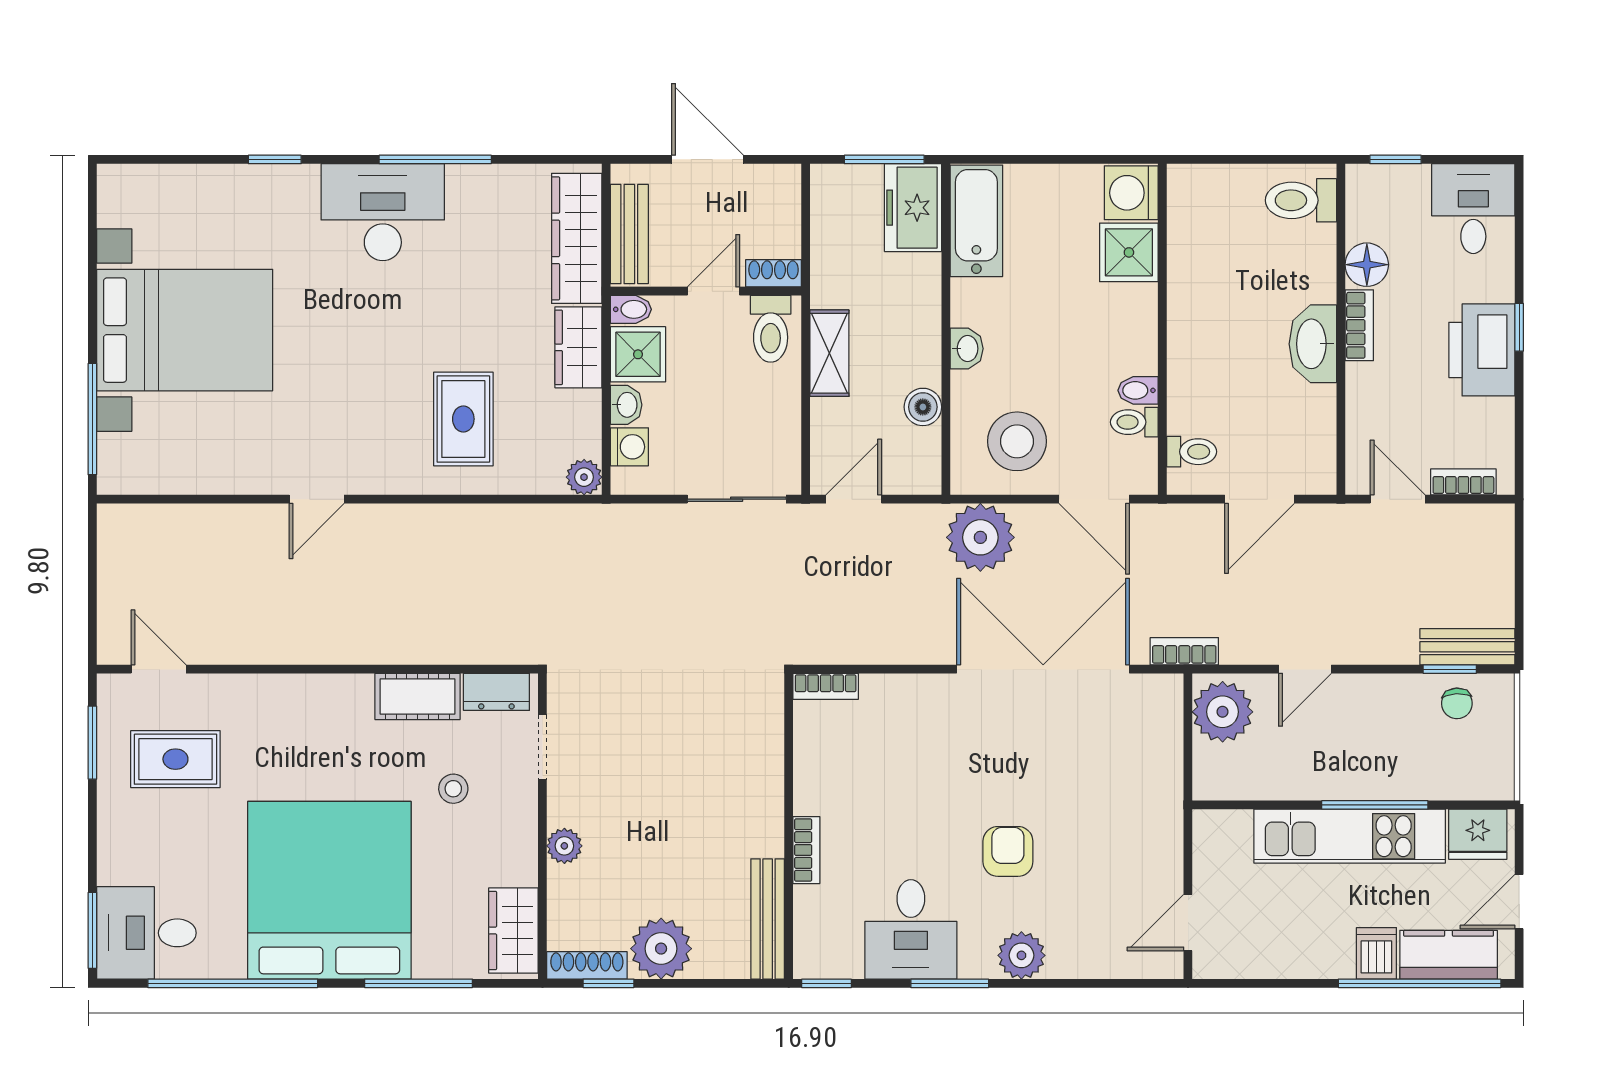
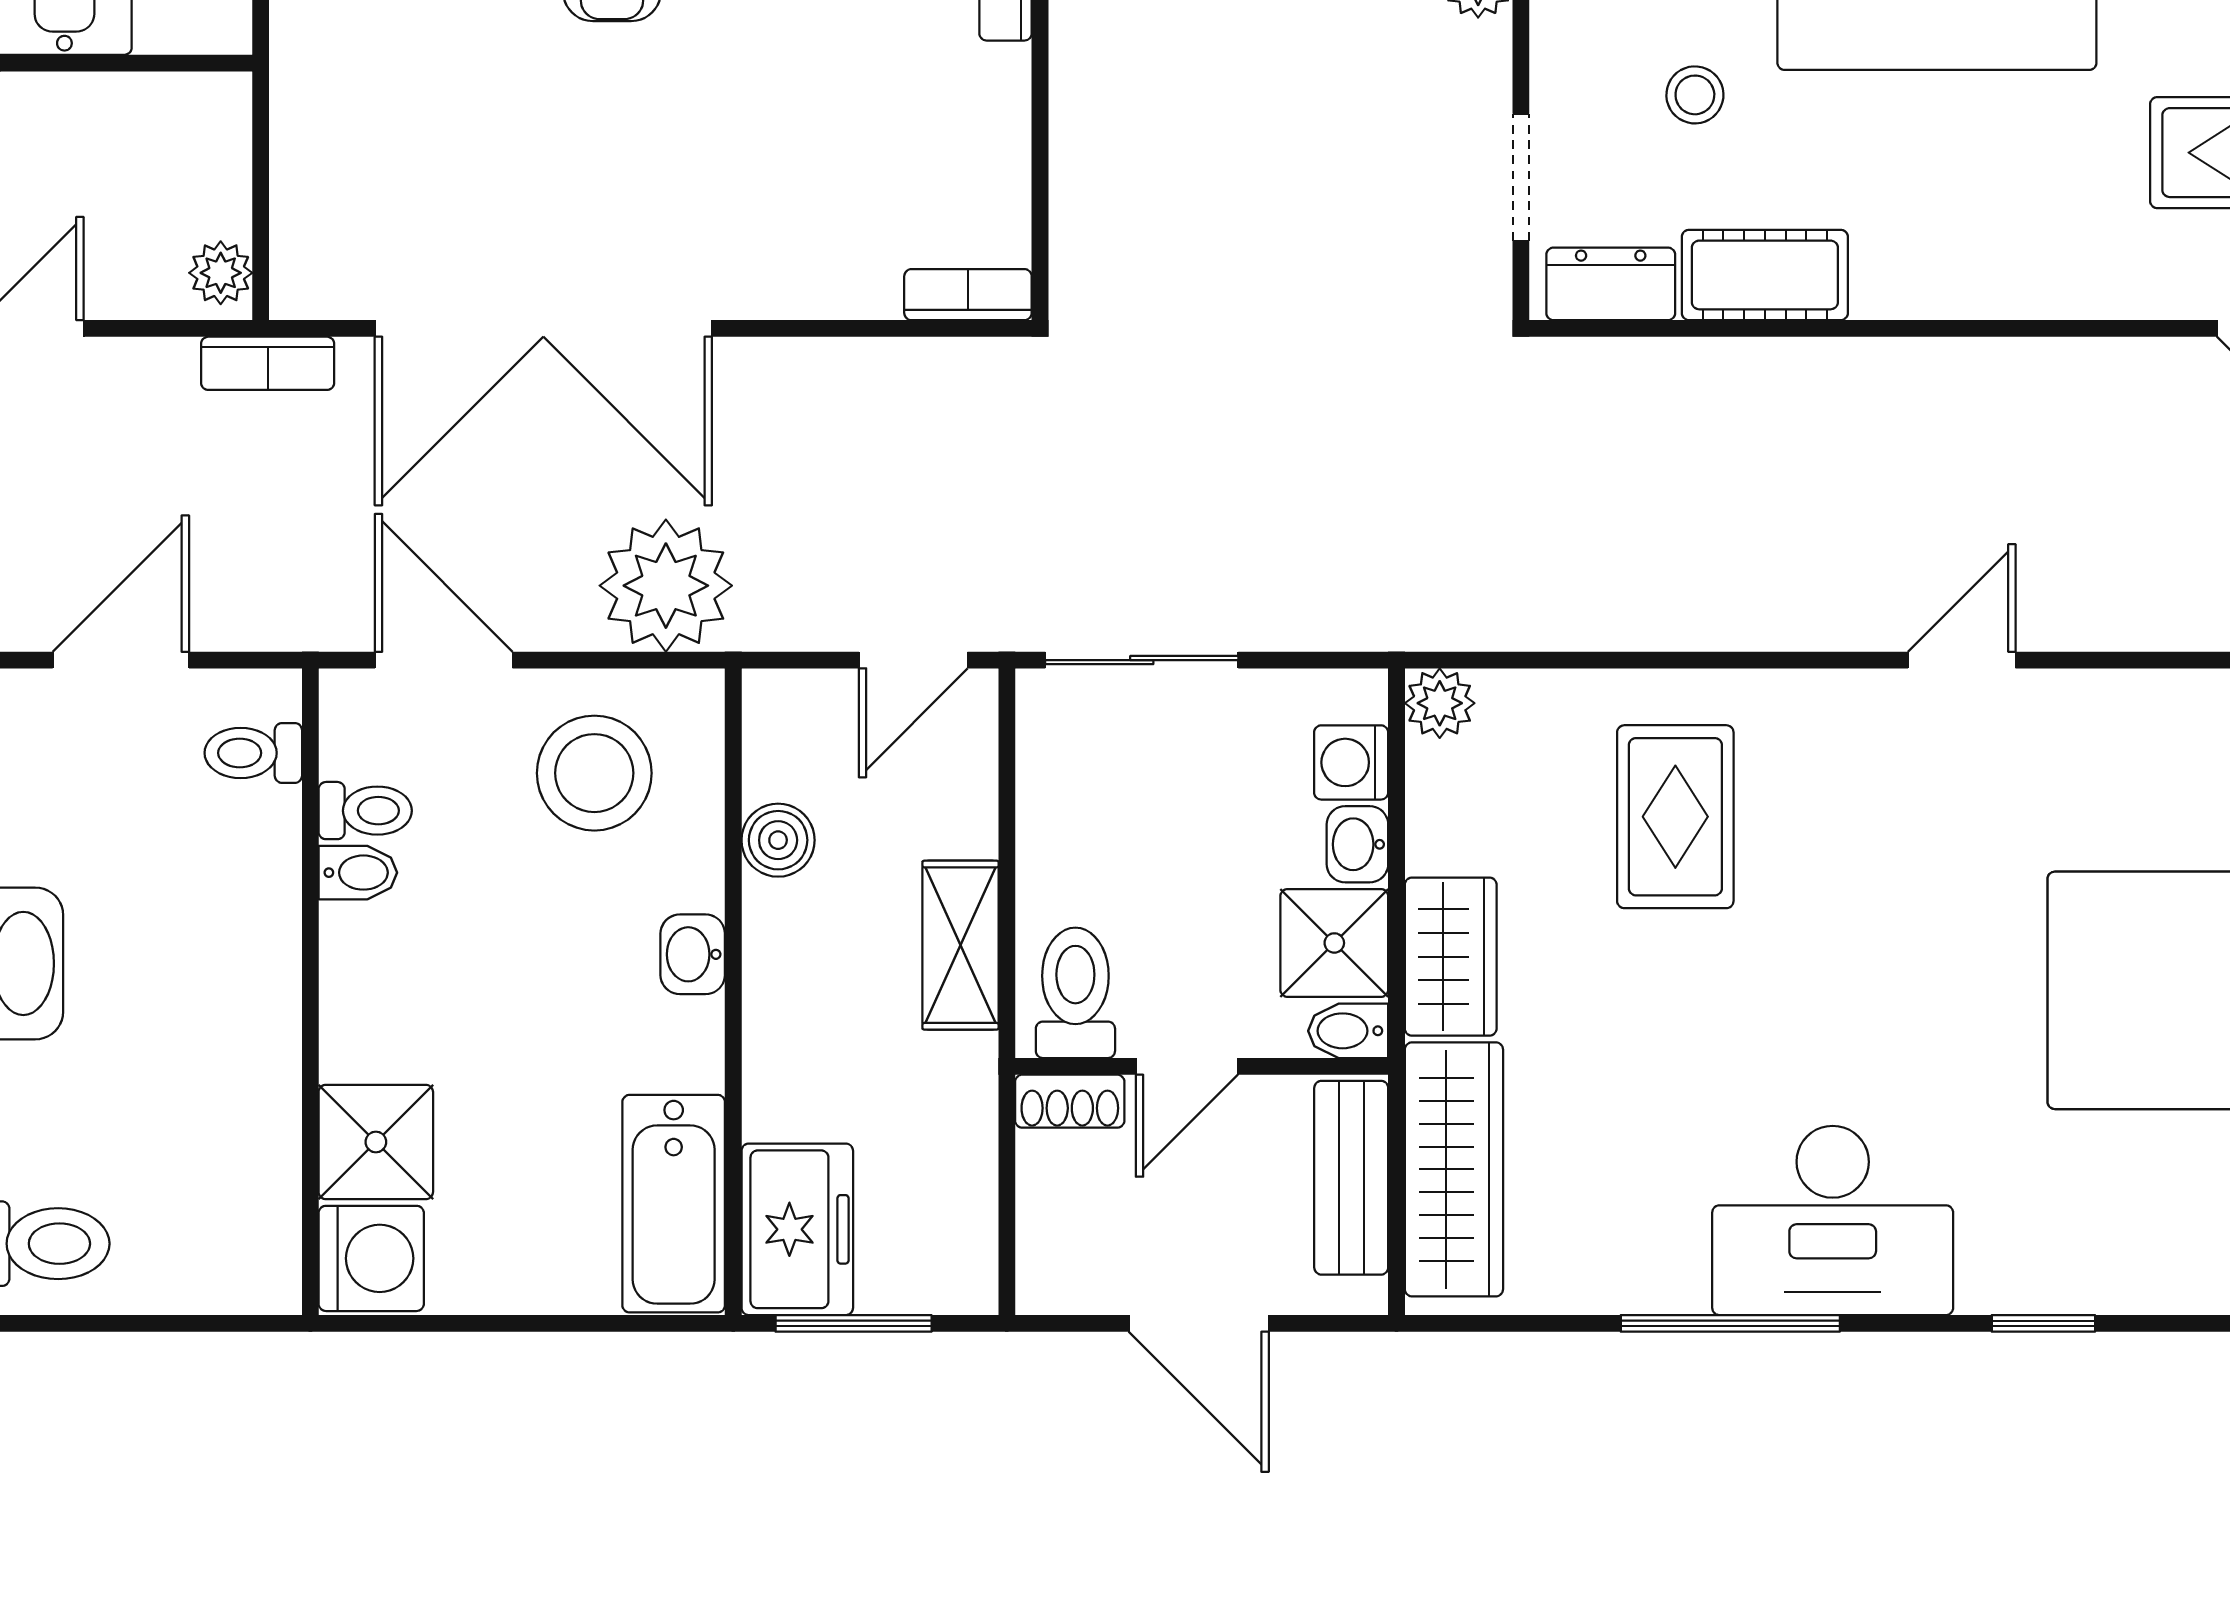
plant: (1223, 712) -> (221, 273), width x0.53, depth x0.53

